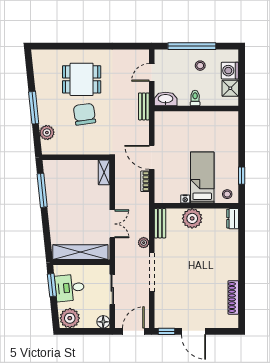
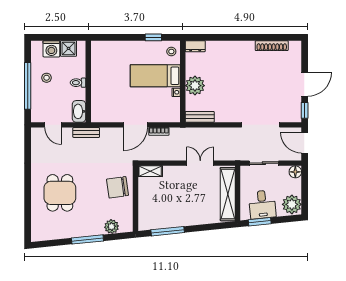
chair: (84, 114) -> (117, 187), moved
plant: (144, 243) -> (218, 133), removed
doorway: (152, 272) -> (261, 125), moved

